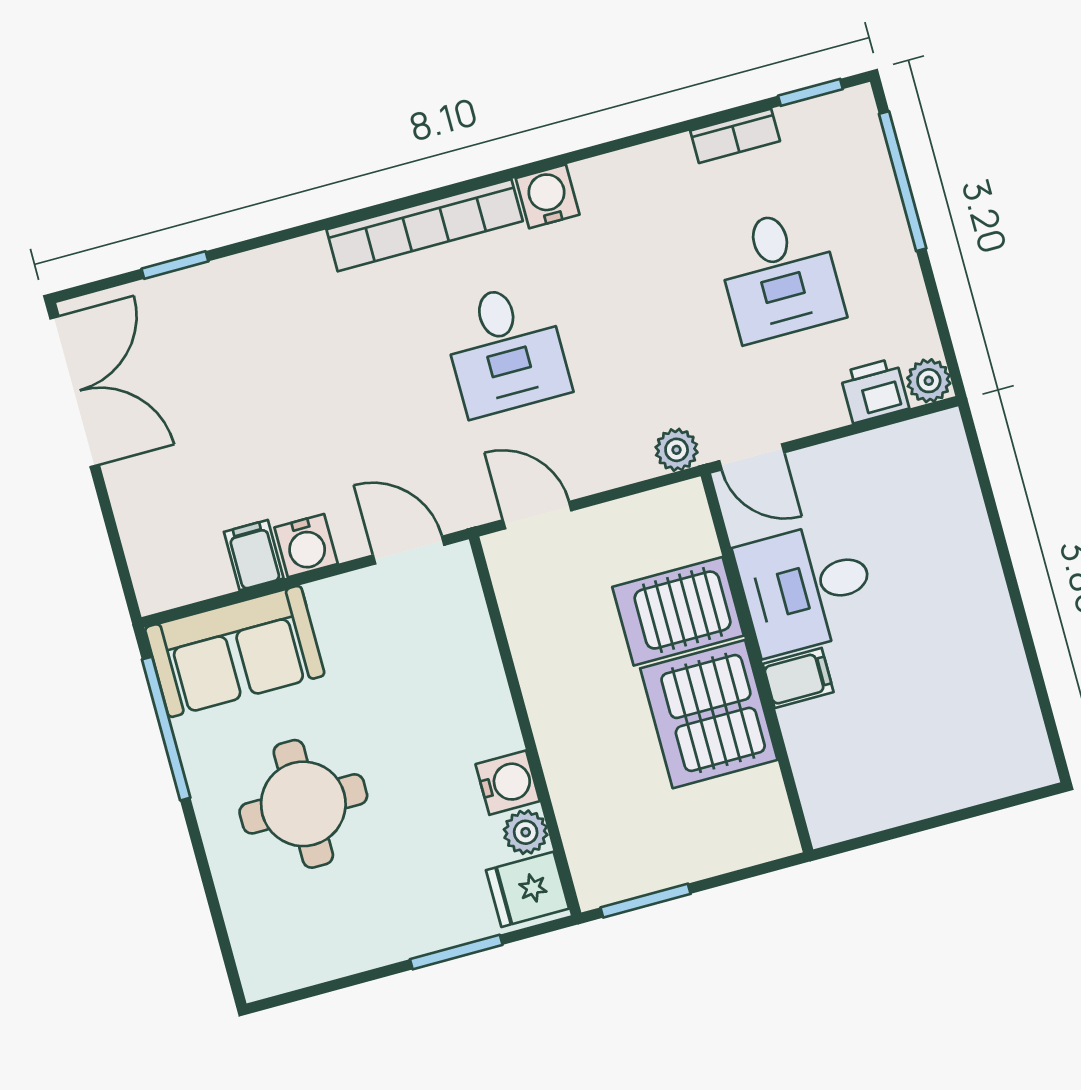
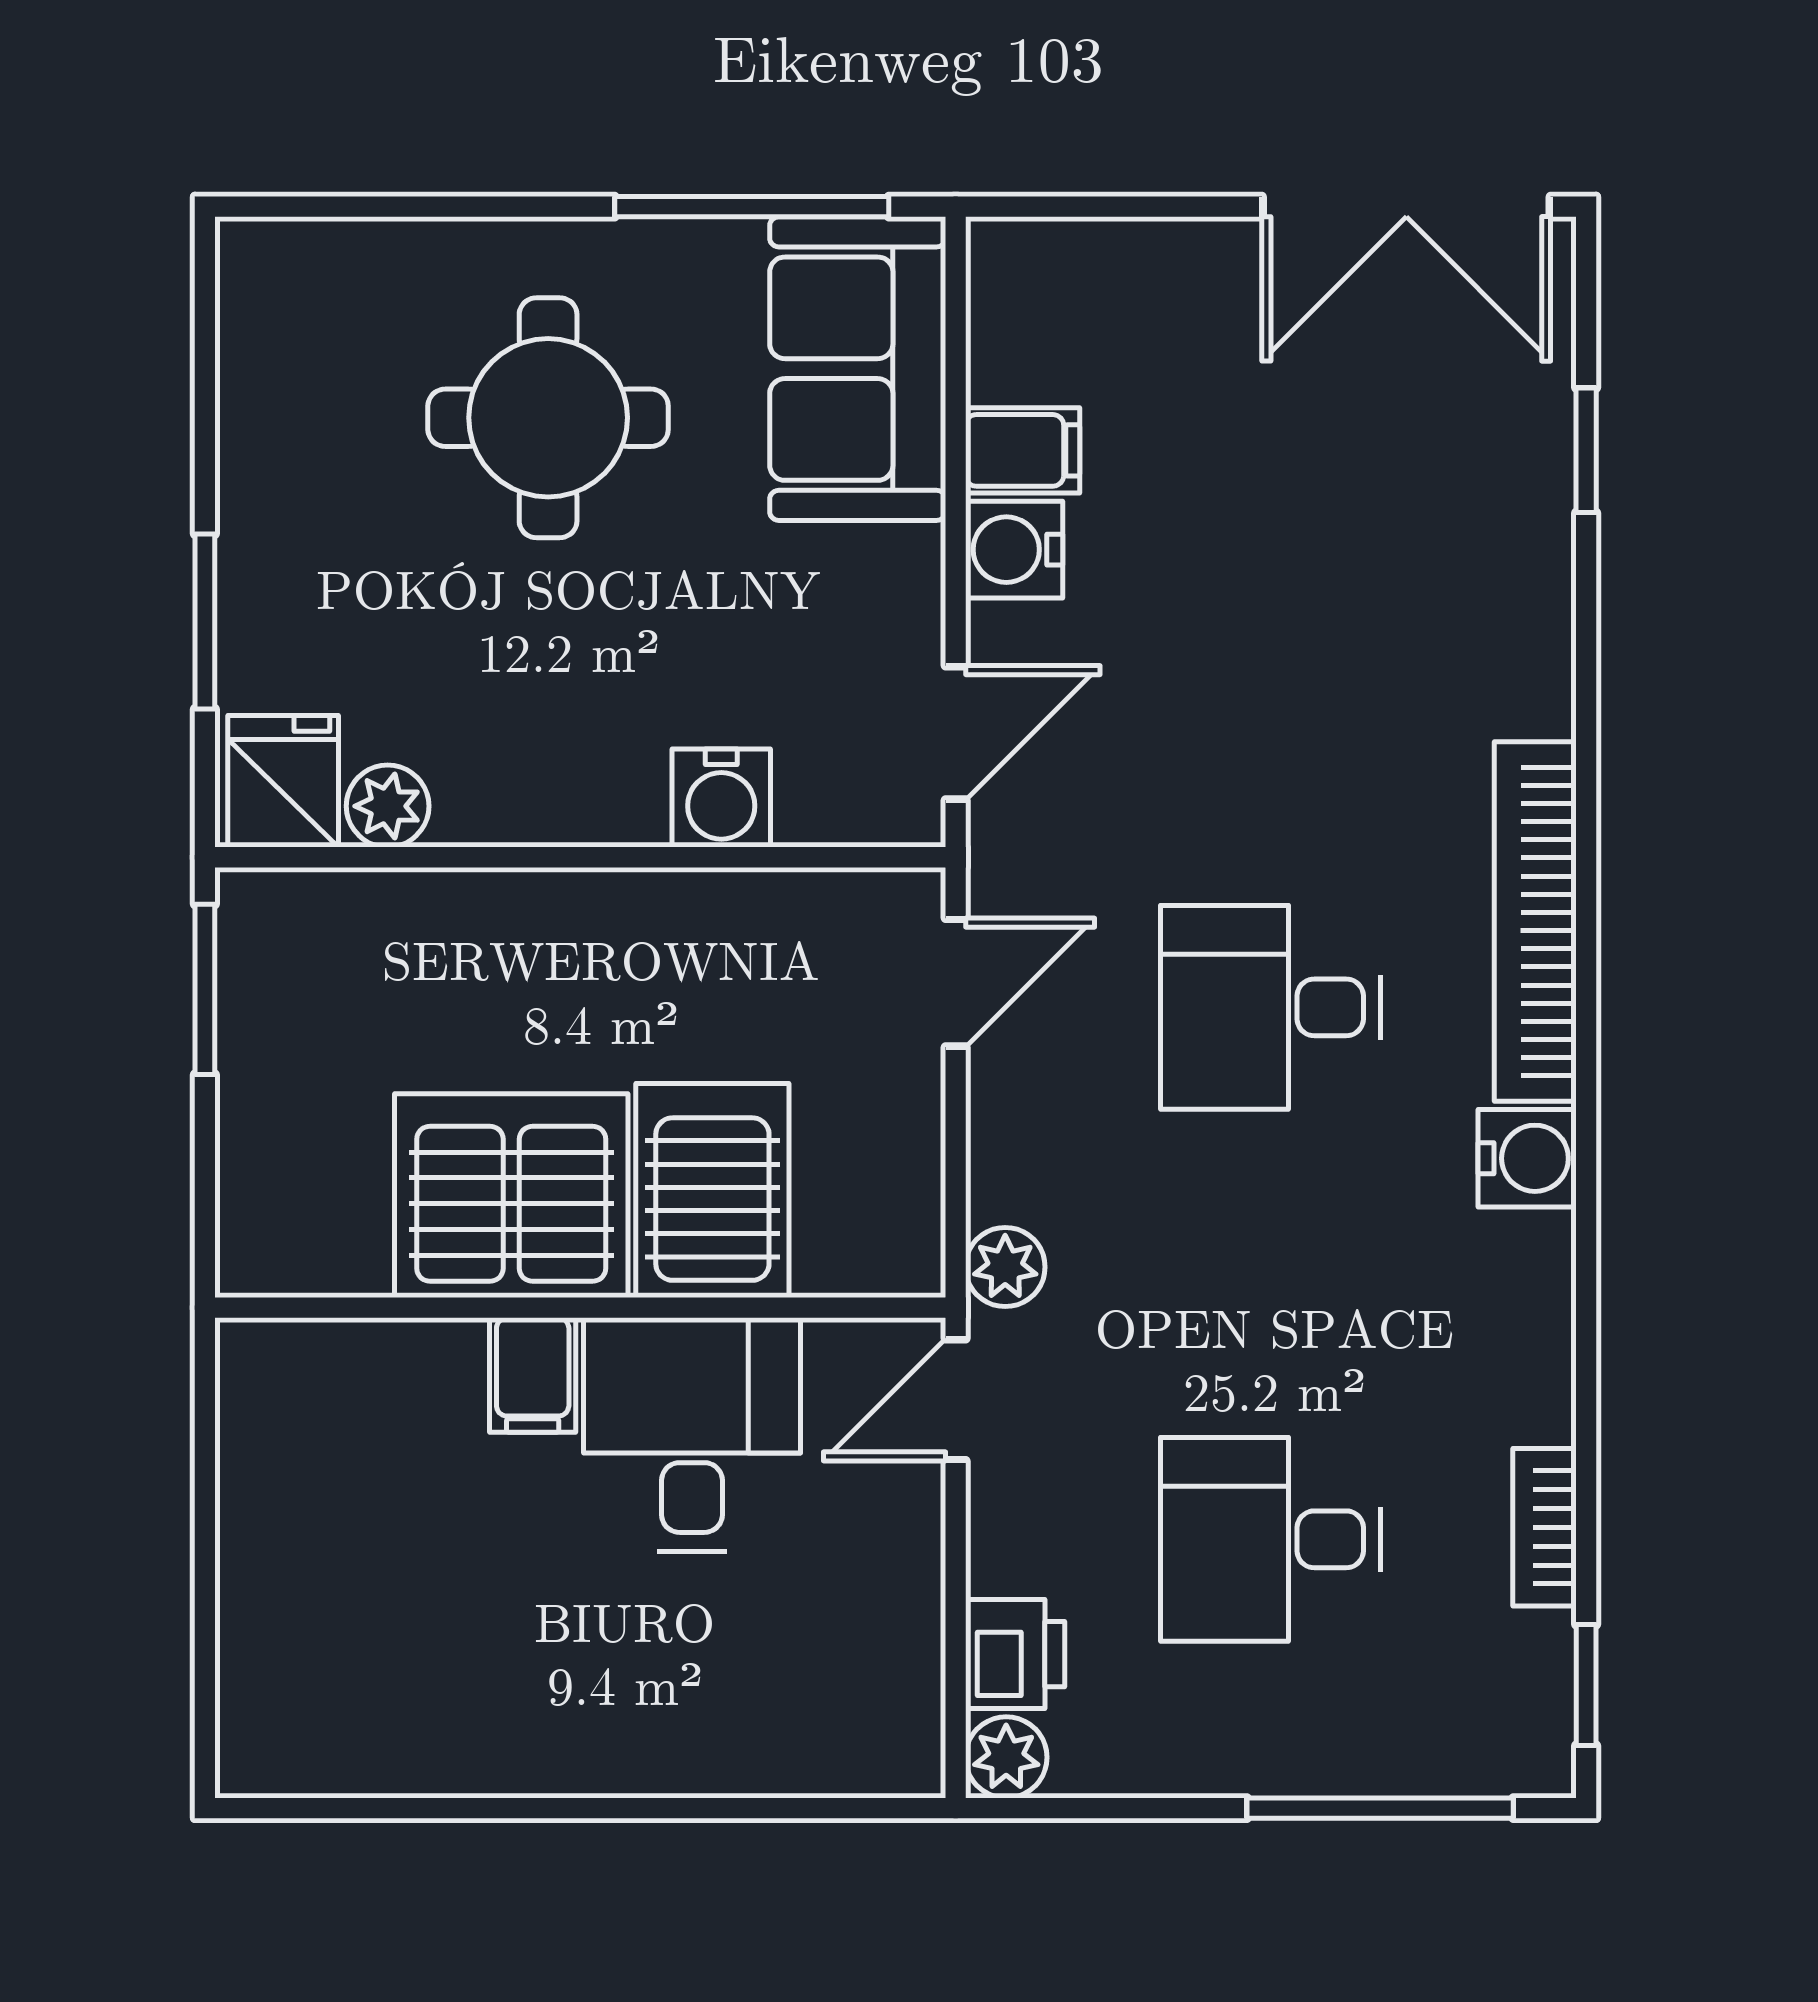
water cooler: (508, 783) -> (721, 798), moved

